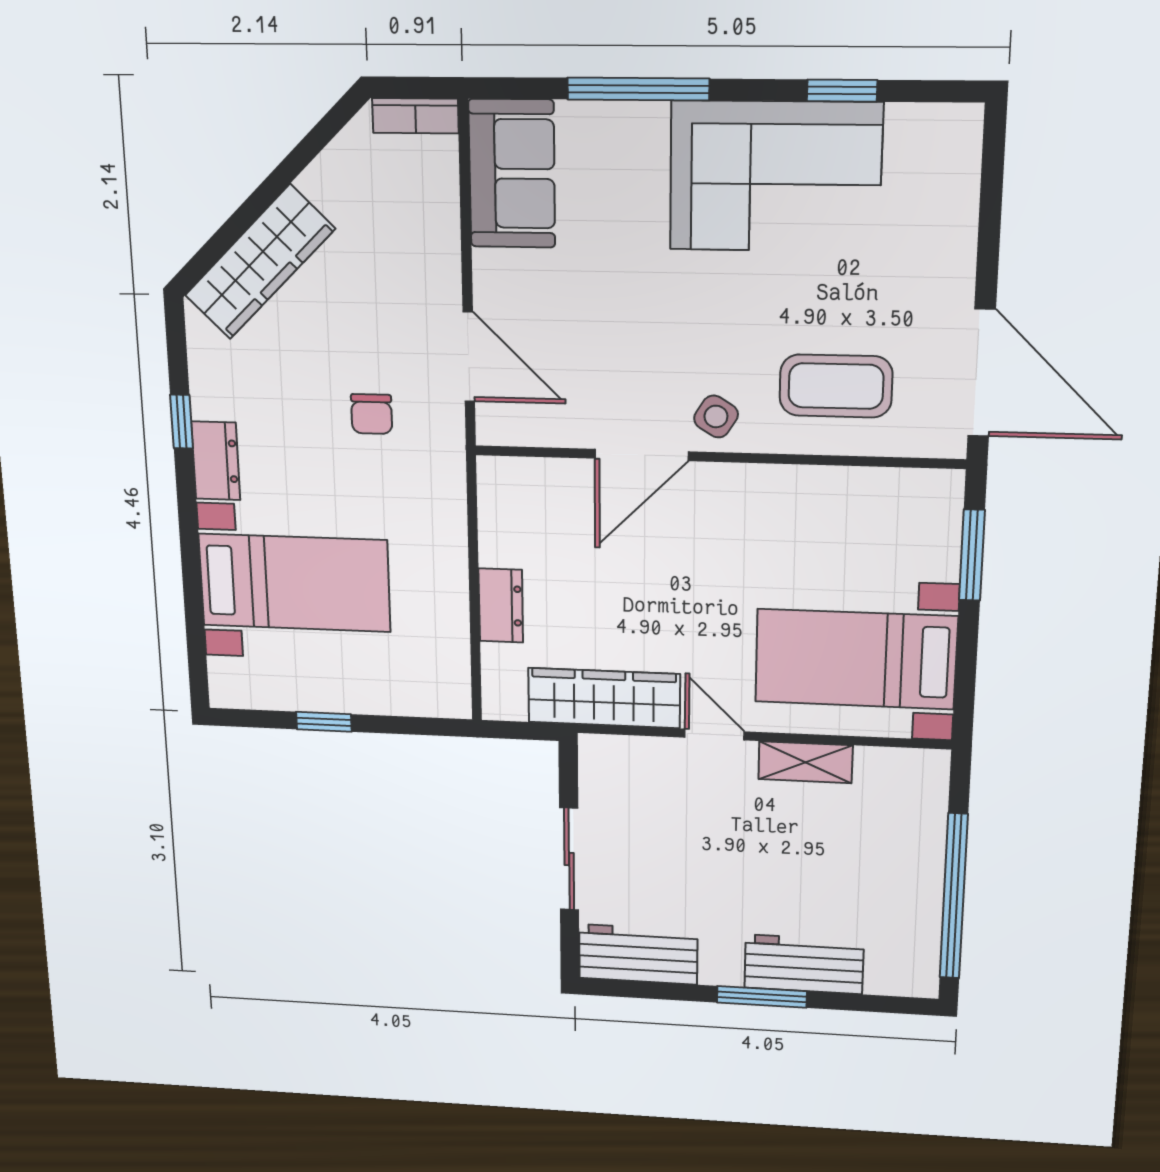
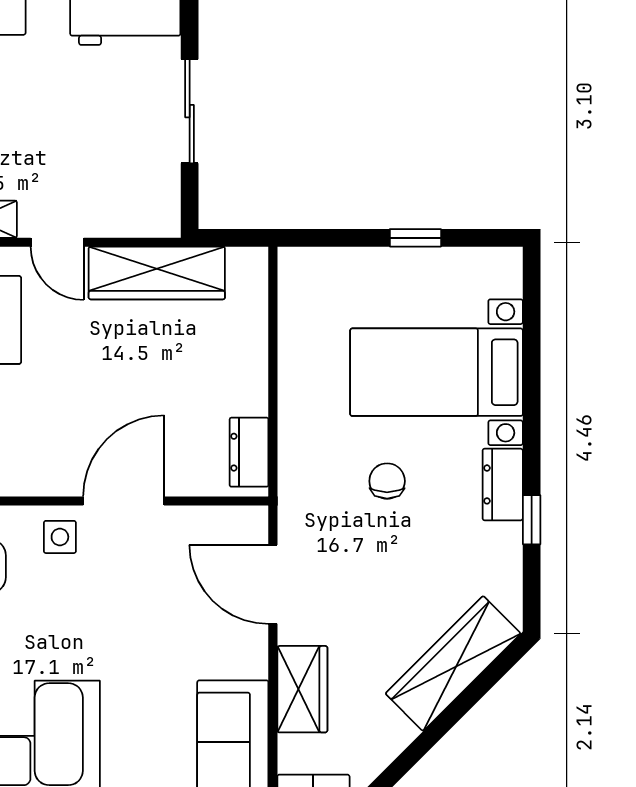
wardrobe: (432, 235) -> (302, 689), added
chair: (372, 414) -> (387, 481), moved
side table: (716, 416) -> (60, 537), turned -32
dresser: (501, 605) -> (249, 452), moved

